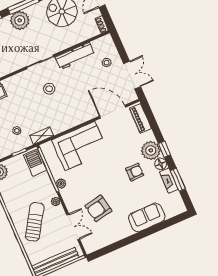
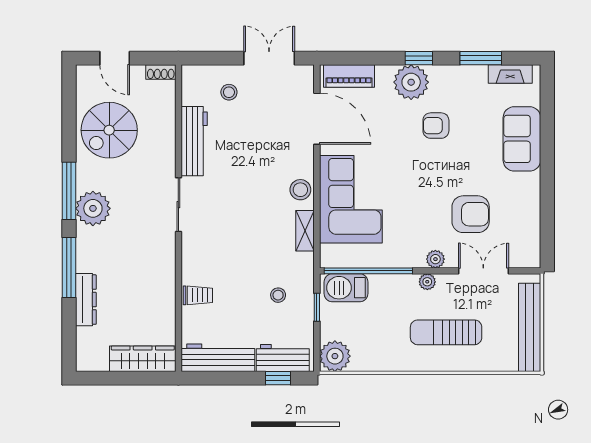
stool: (49, 89) -> (300, 190), moved
door: (112, 112) -> (317, 119), swing flipped
shelving: (42, 136) -> (305, 231), moved
floor lamp: (161, 164) -> (441, 76), removed
armchair: (135, 172) -> (436, 126), turned -90
fireplace: (169, 181) -> (510, 74), moved
plant: (61, 183) -> (435, 259), moved
armchair: (98, 208) -> (471, 214), turned -79
sun lounger: (35, 222) -> (446, 332), turned -33

